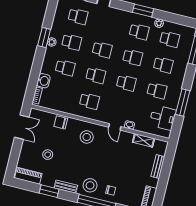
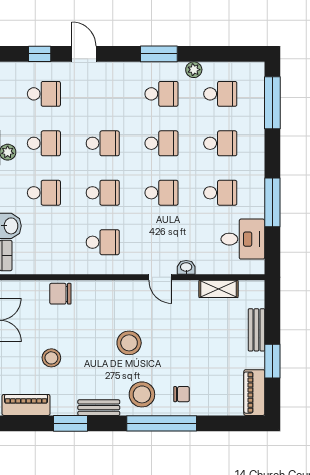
stool: (87, 137) -> (129, 343), moved
window: (162, 185) -> (272, 361), added

